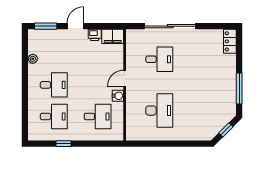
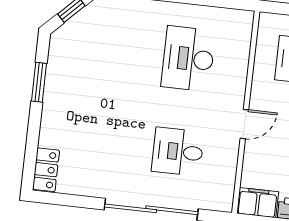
window: (239, 89) -> (39, 82), width x0.69
water cooler: (118, 96) -> (260, 94), removed

